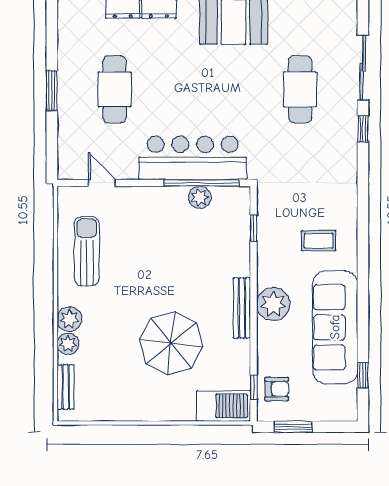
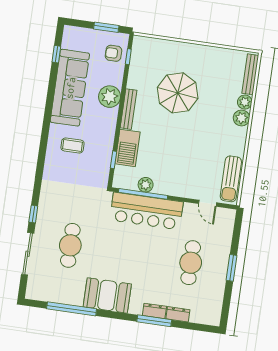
sun lounger: (87, 251) -> (231, 179), moved
plant: (273, 304) -> (110, 97), moved
bench: (66, 387) -> (250, 74), width x1.36
barbecue: (224, 406) -> (128, 148), moved, turned -90

